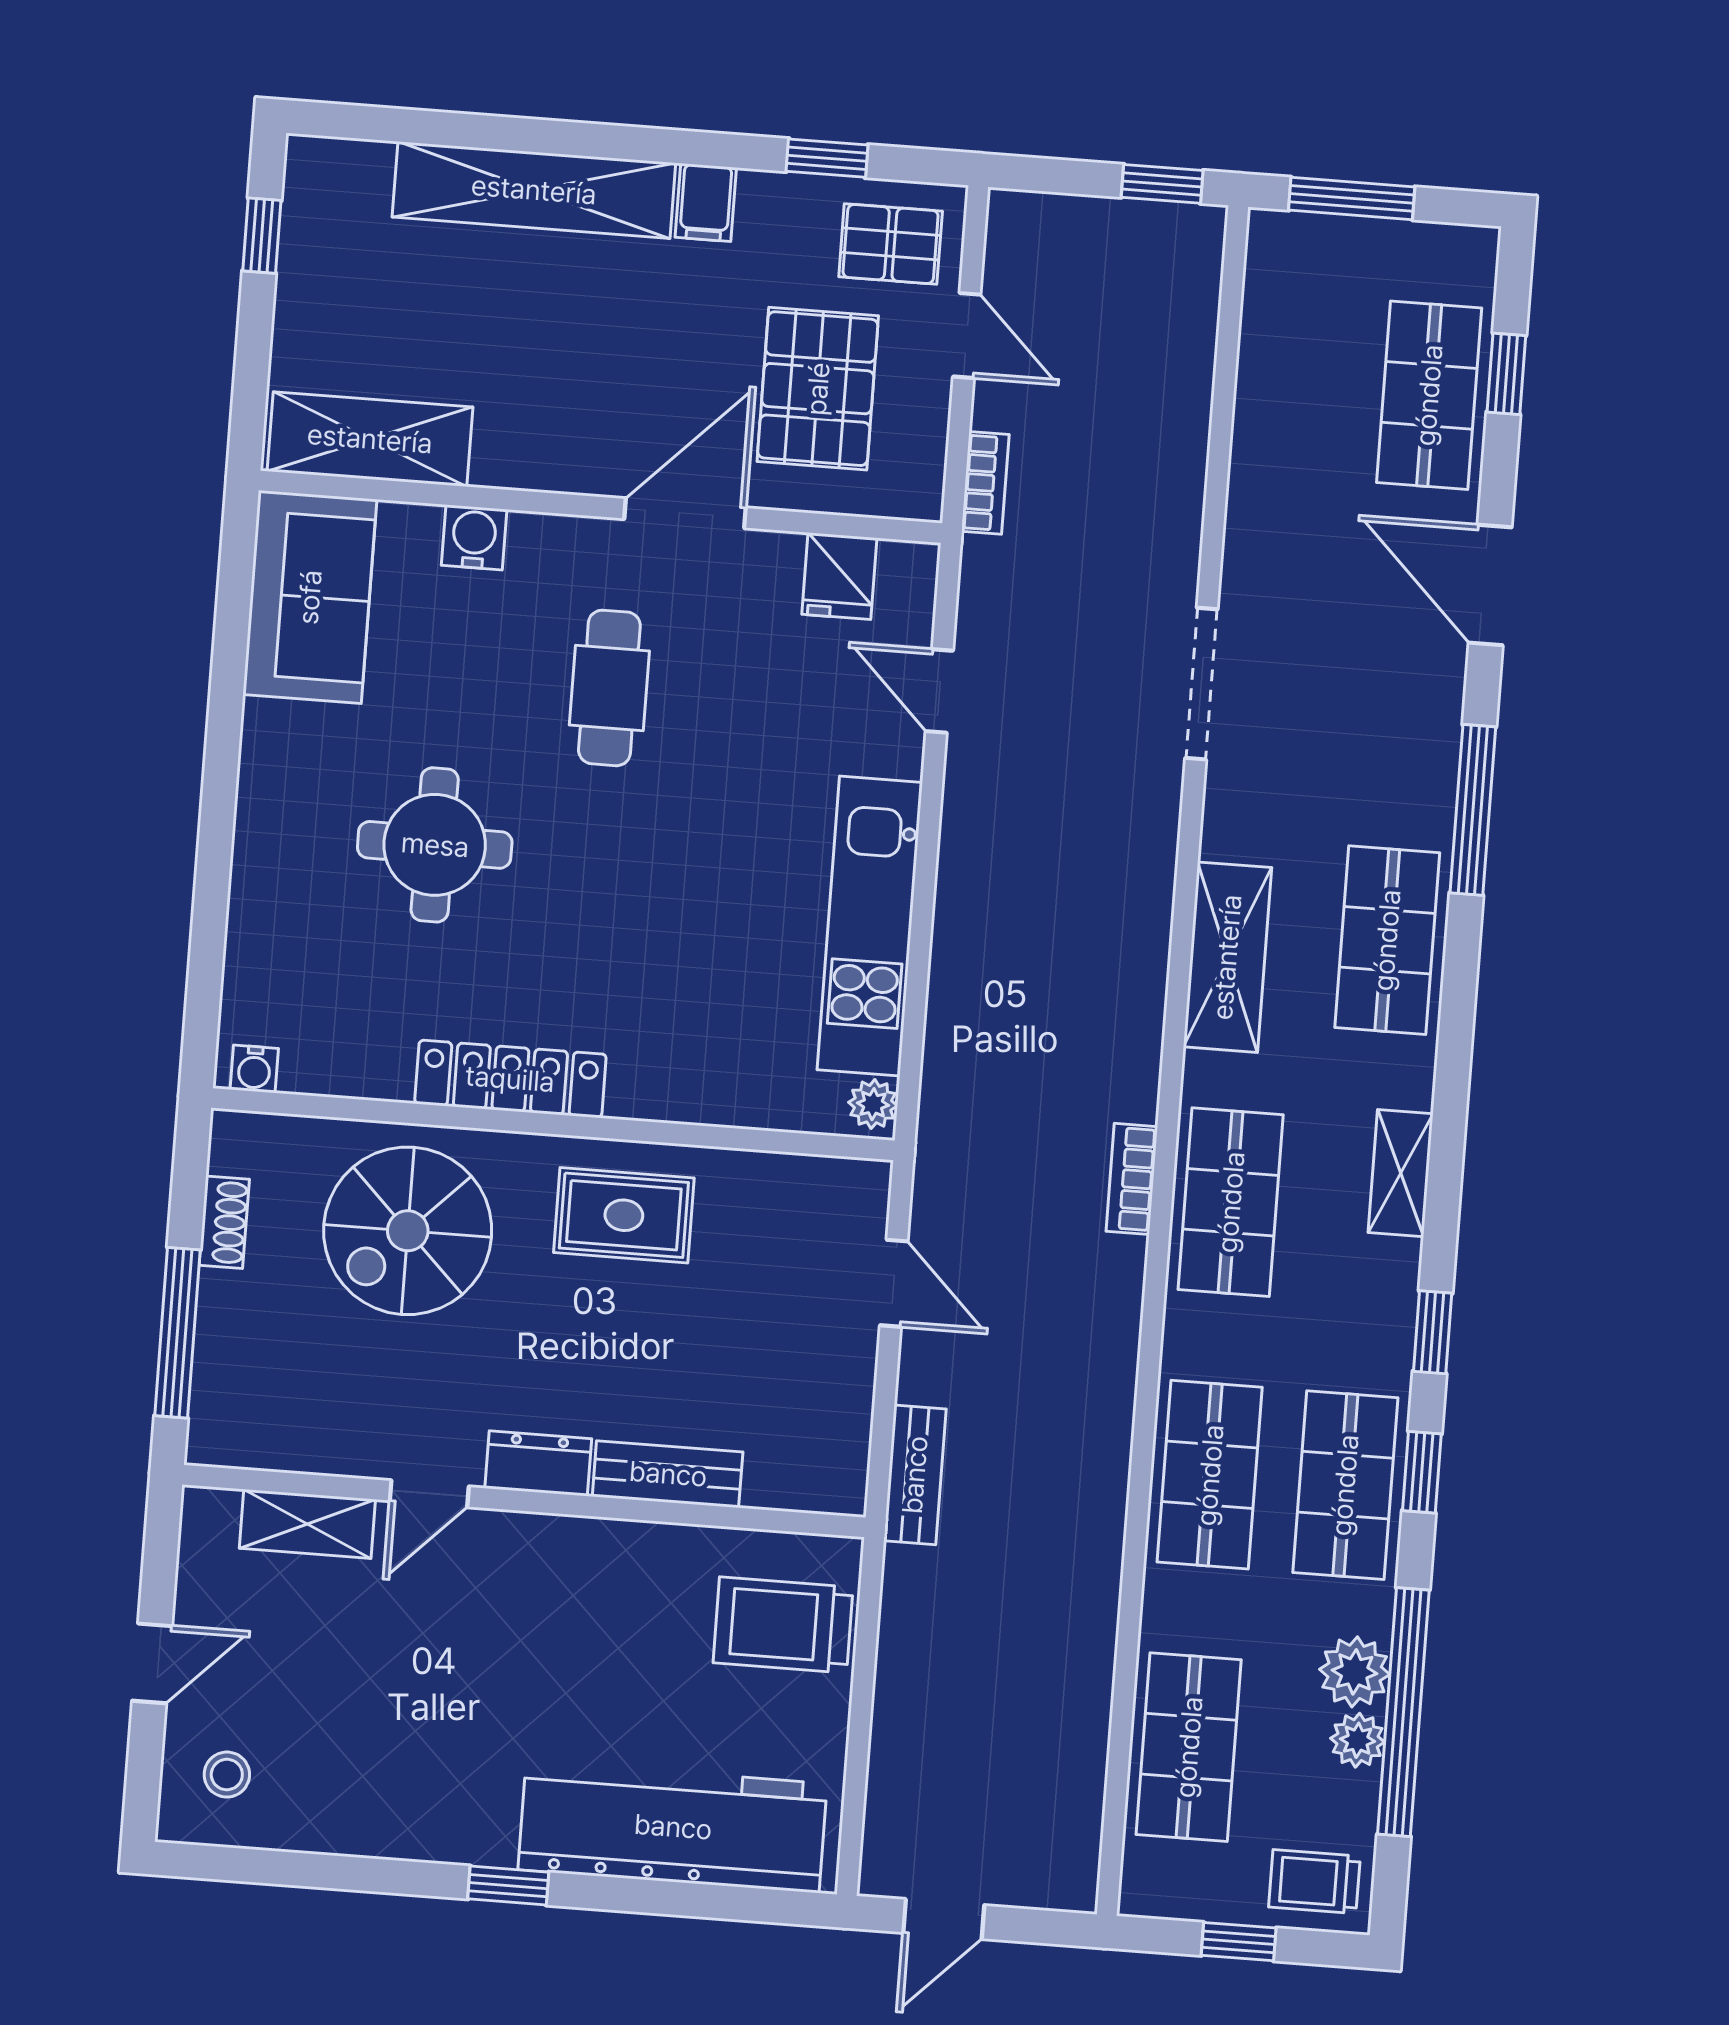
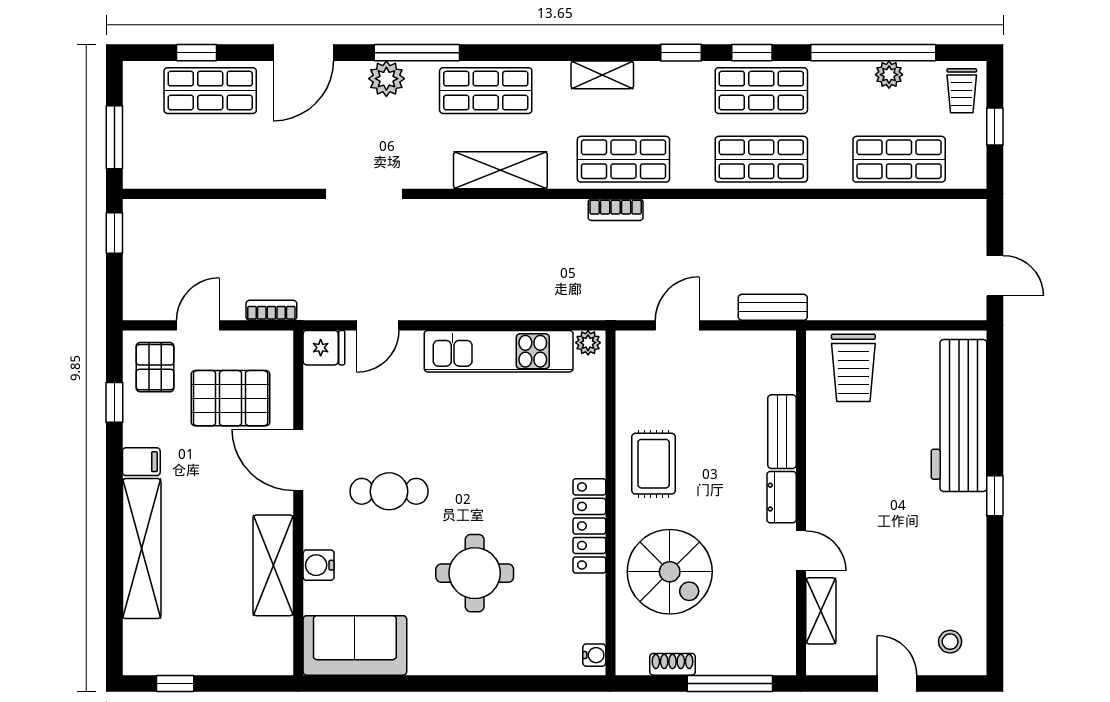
shelving: (370, 439) -> (273, 565), moved
fridge: (839, 576) -> (324, 348), moved
plant: (1355, 1672) -> (386, 79), moved

